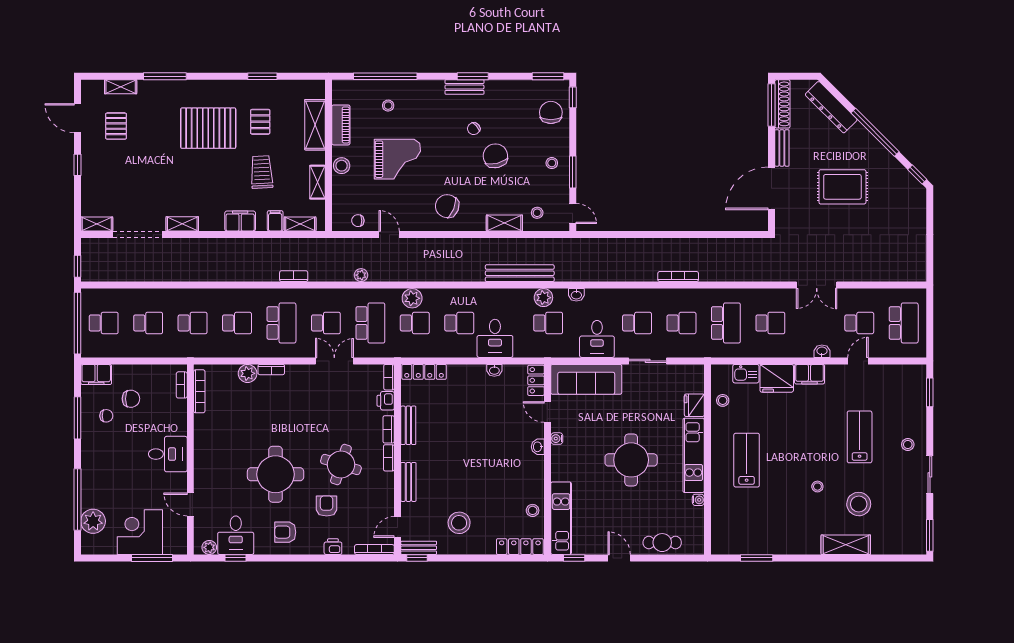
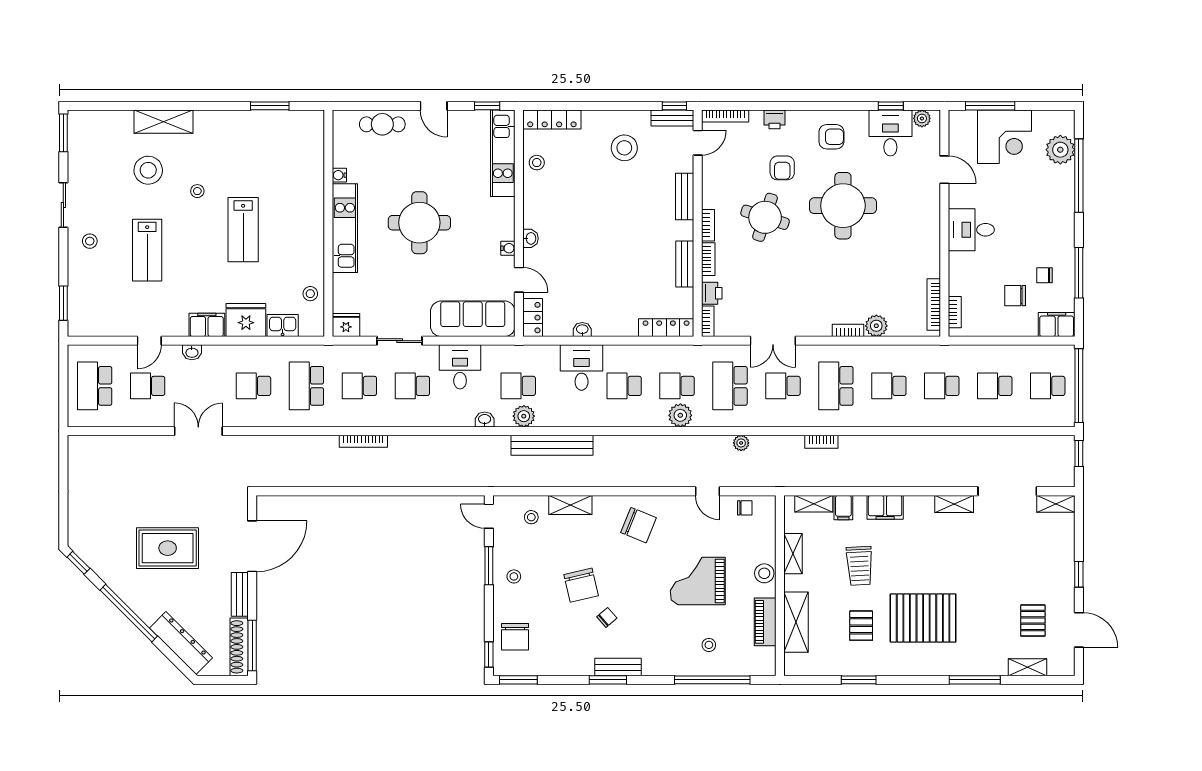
fridge: (694, 405) -> (346, 325), moved, turned -90
lab bench: (747, 460) -> (243, 230), moved

